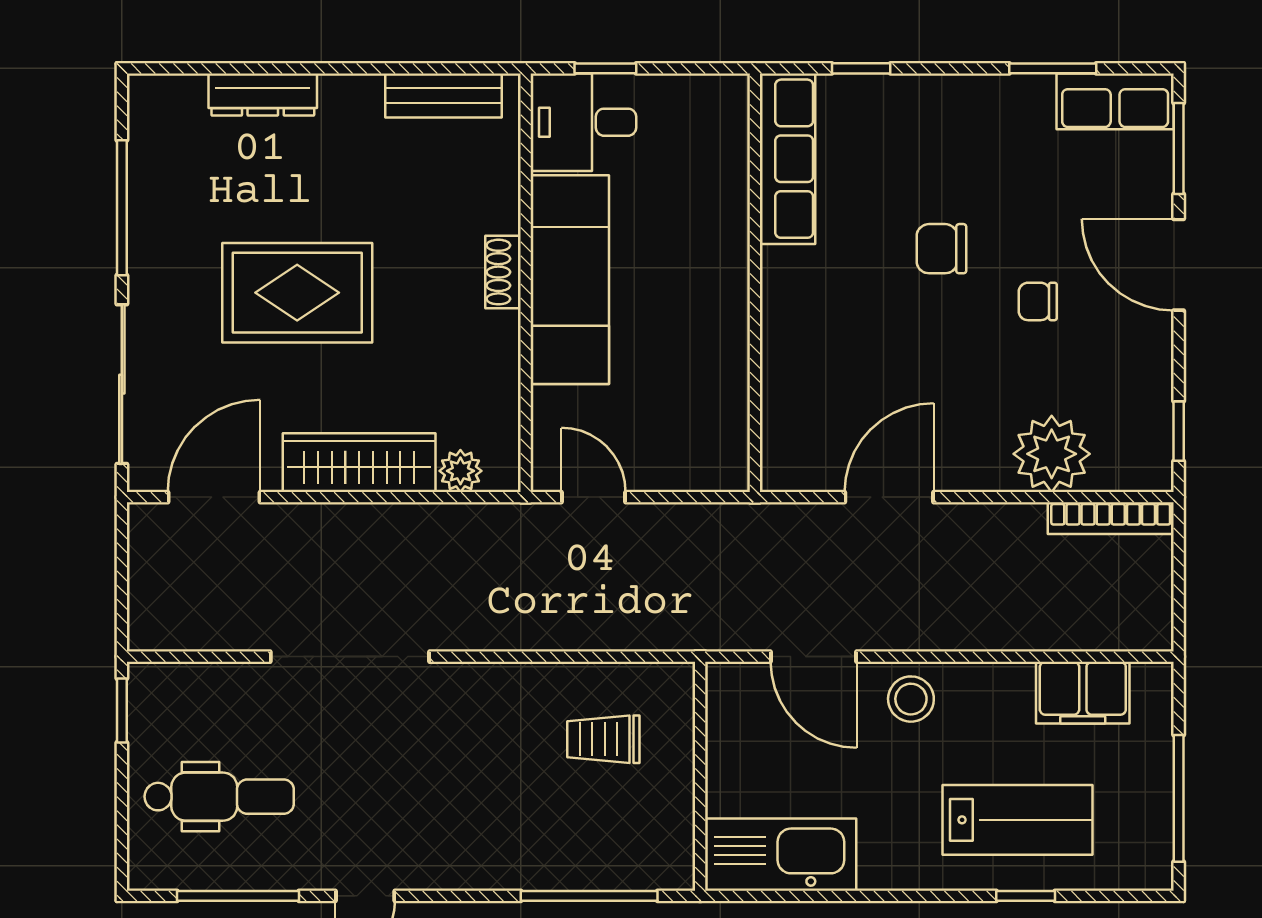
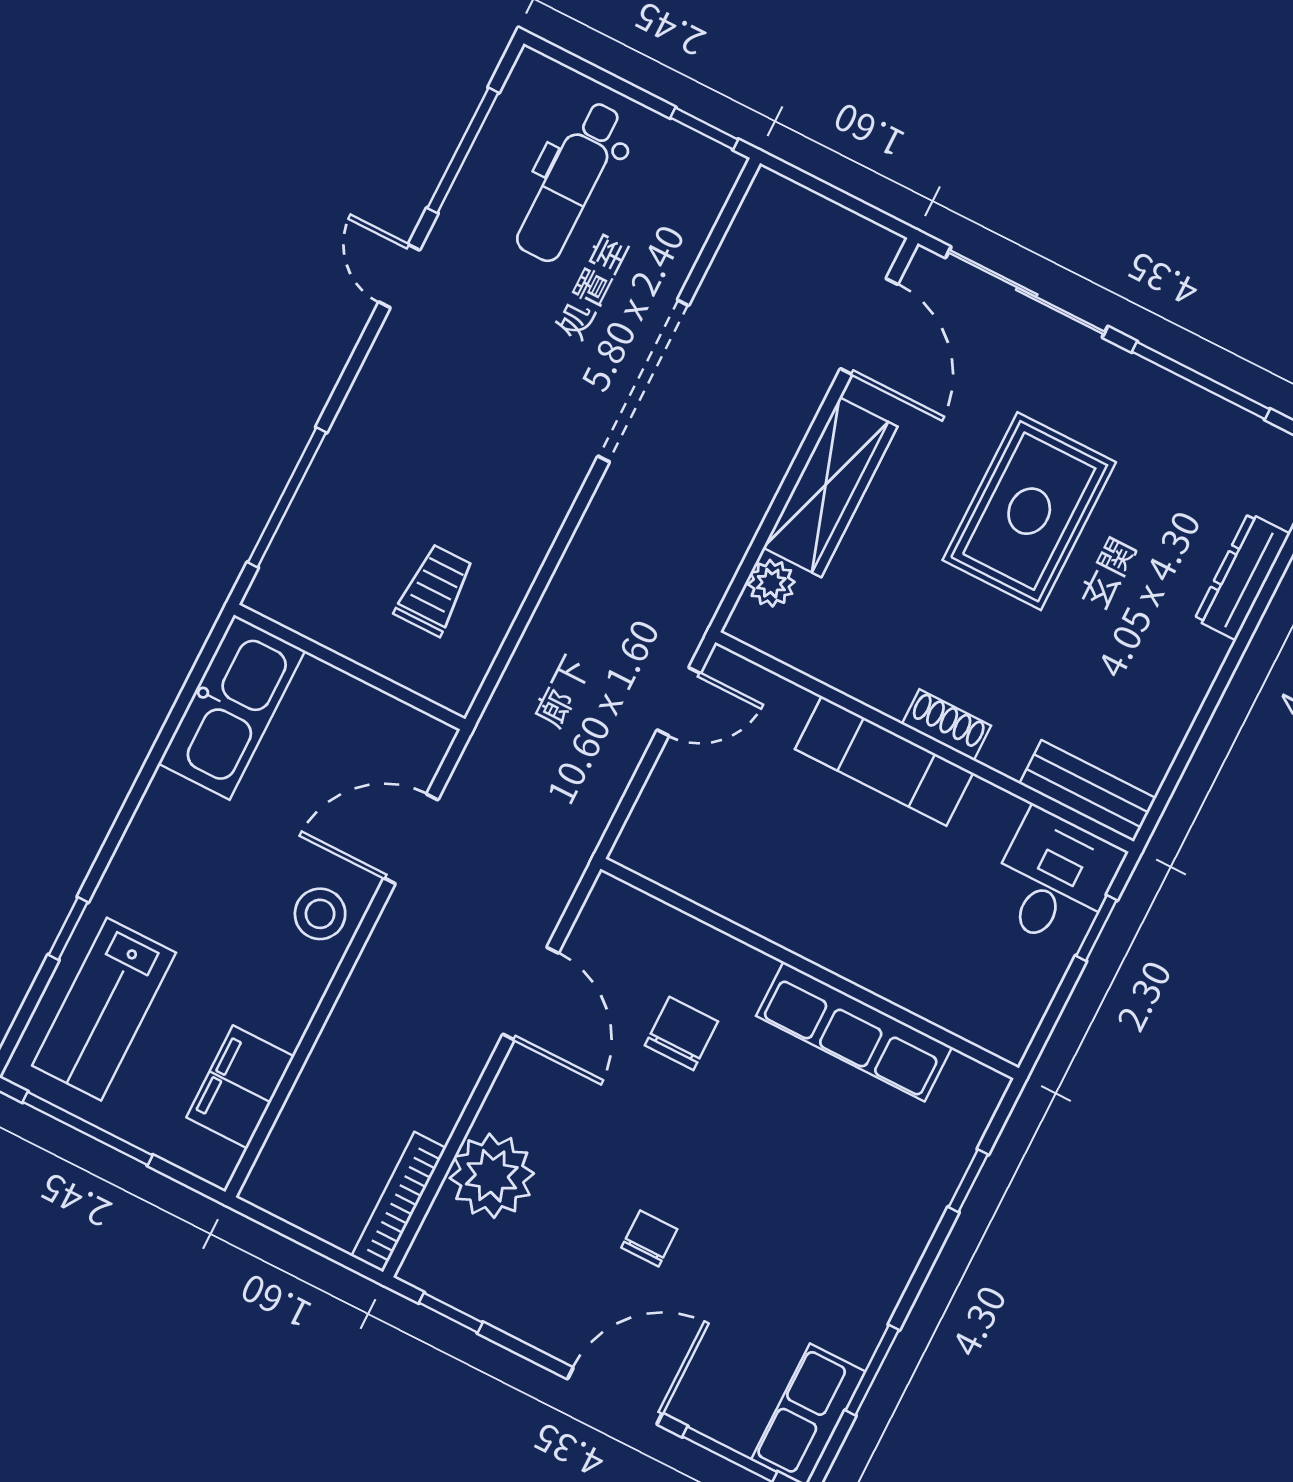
bench: (443, 95) -> (1088, 791), moved, turned 90
row of seats: (788, 159) -> (854, 1031), moved
chair: (941, 249) -> (681, 1033), moved
exam couch: (570, 280) -> (884, 761), width x0.73, depth x0.69
lab bench: (1017, 820) -> (104, 1009), moved

